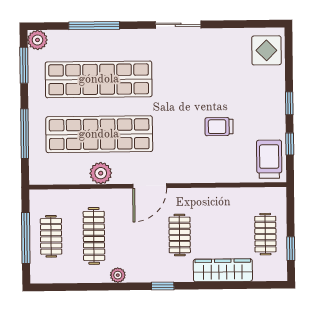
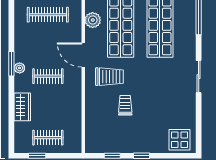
trolley: (269, 159) -> (109, 77), moved
wardrobe: (223, 270) -> (22, 107), width x0.67
plant: (118, 275) -> (20, 68), moved
window: (163, 286) -> (11, 64), width x1.50

